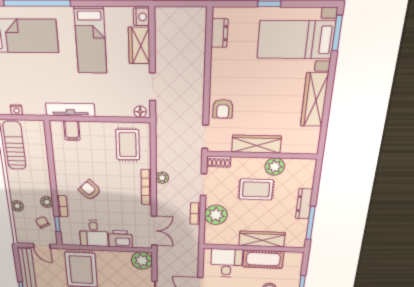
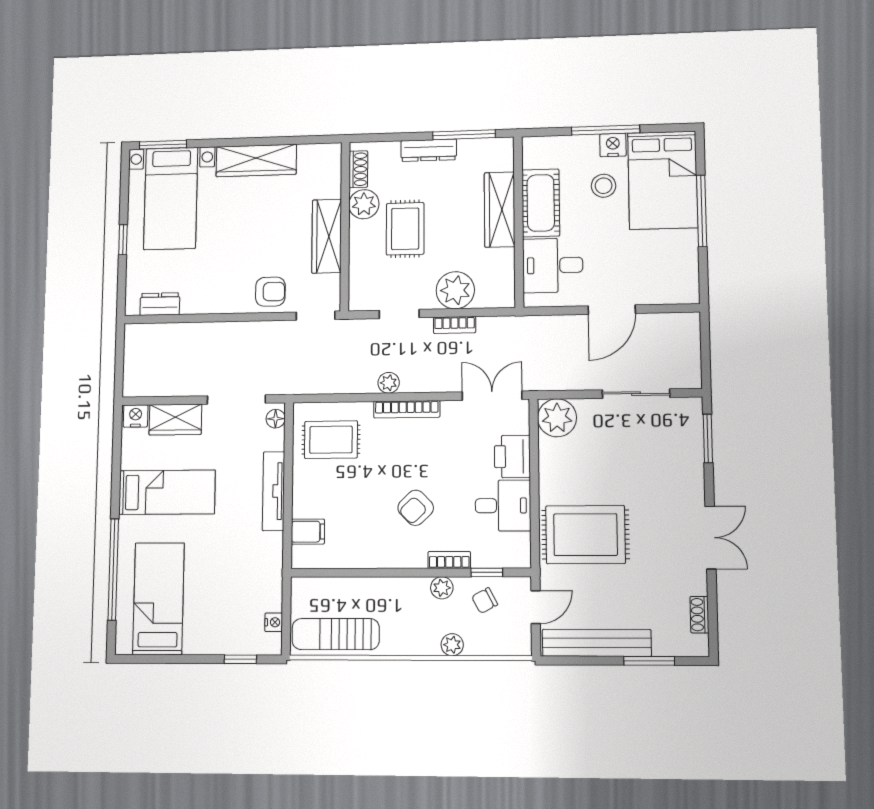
doorway: (152, 87) -> (236, 399), width x1.38
tv unit: (70, 110) -> (273, 491), moved
shoe rack: (219, 162) -> (358, 169), moved

